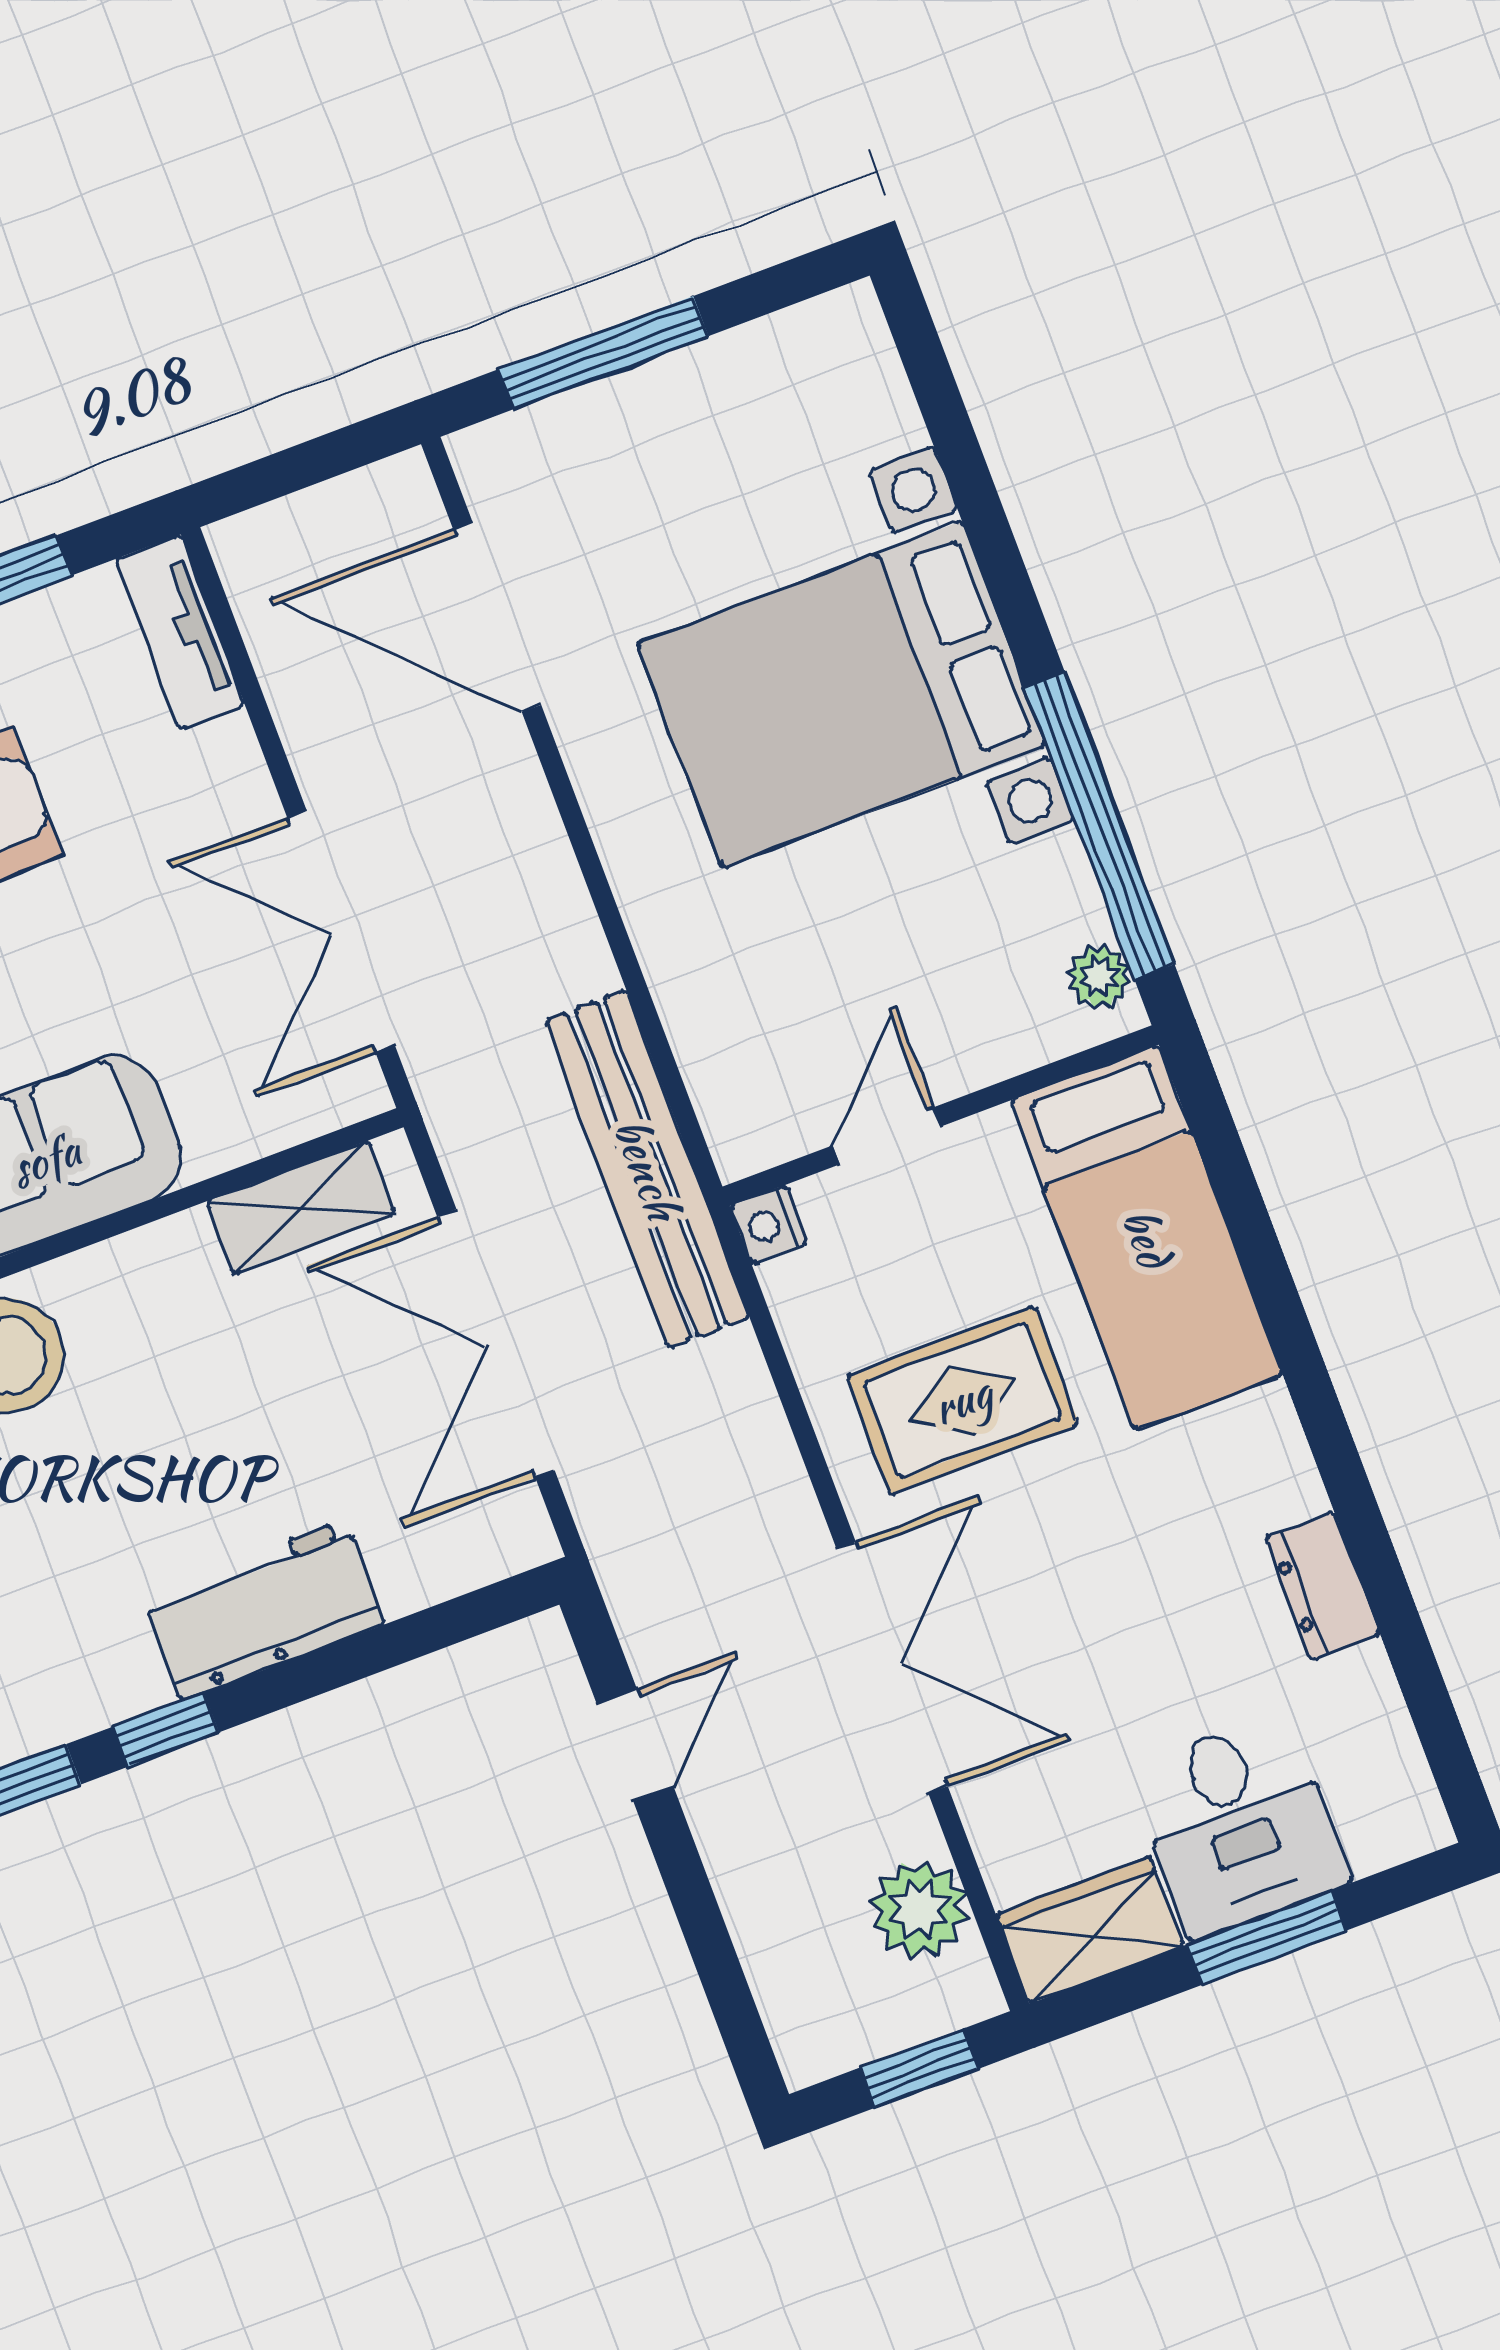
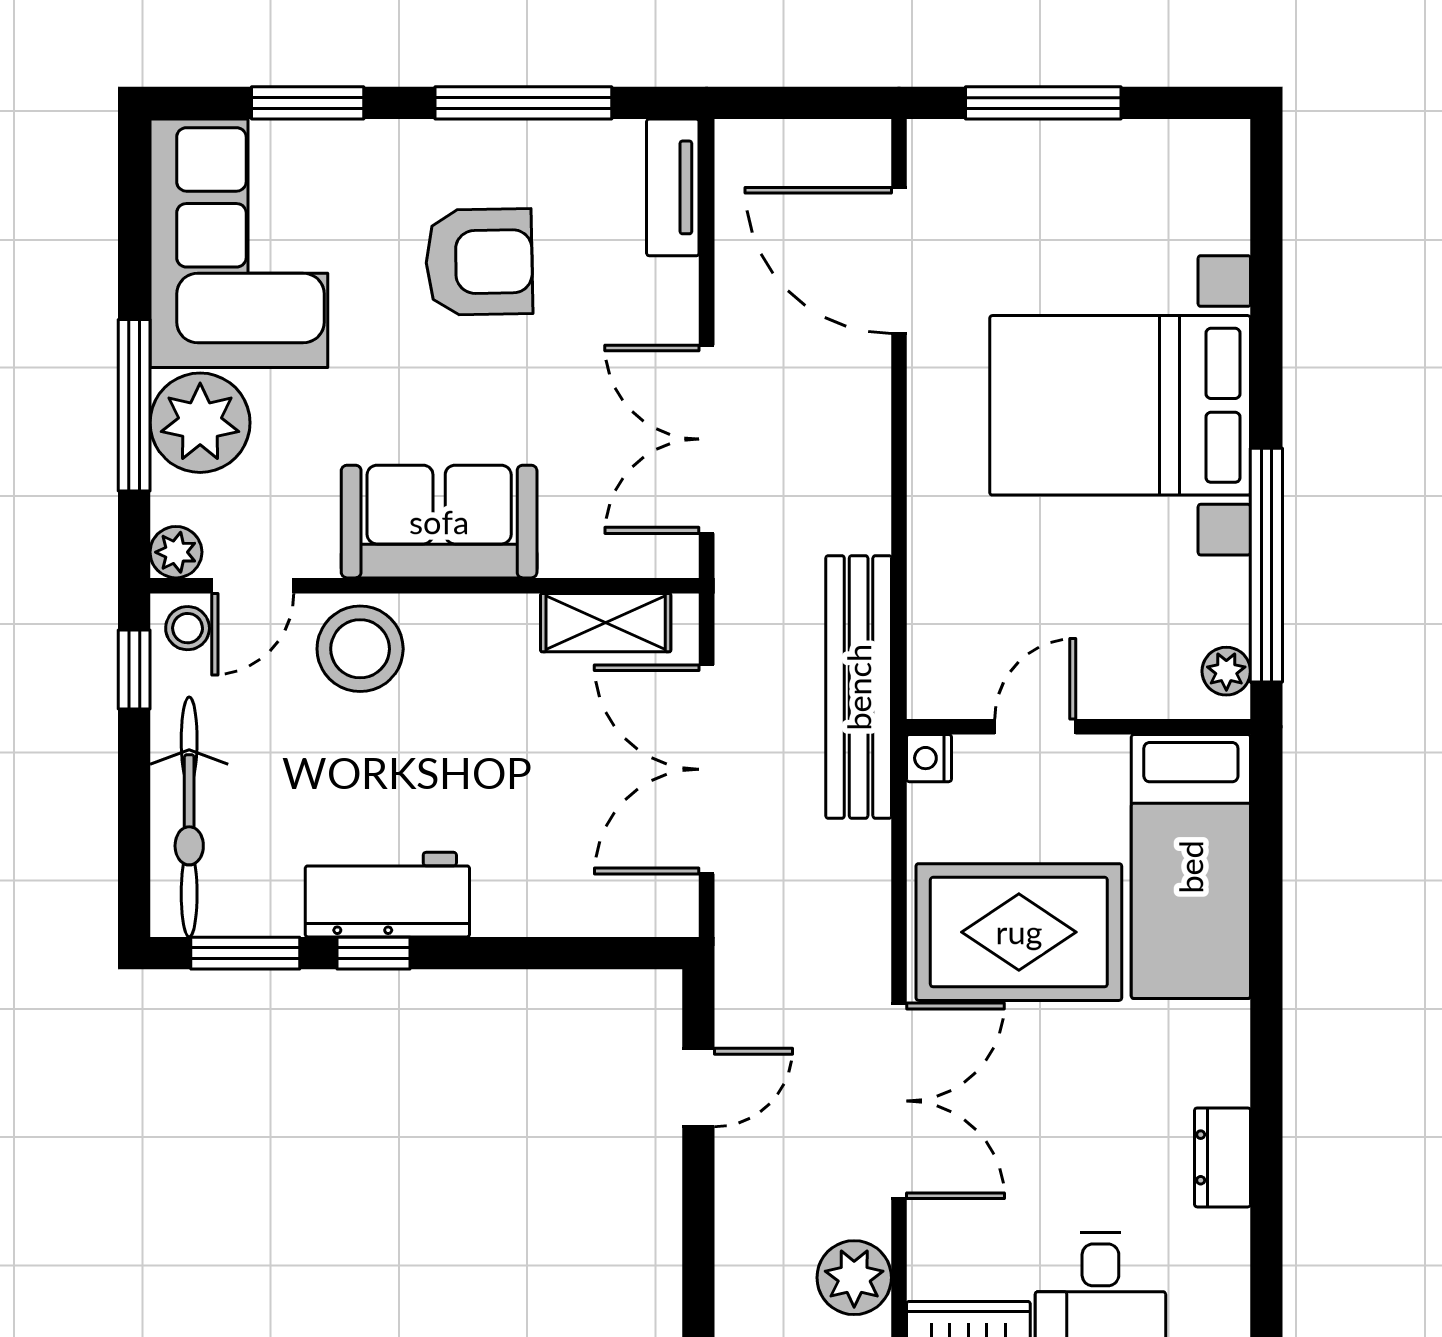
rug: (962, 1400) -> (1019, 932), width x1.36, depth x1.43
workbench: (263, 1610) -> (387, 895), moved

